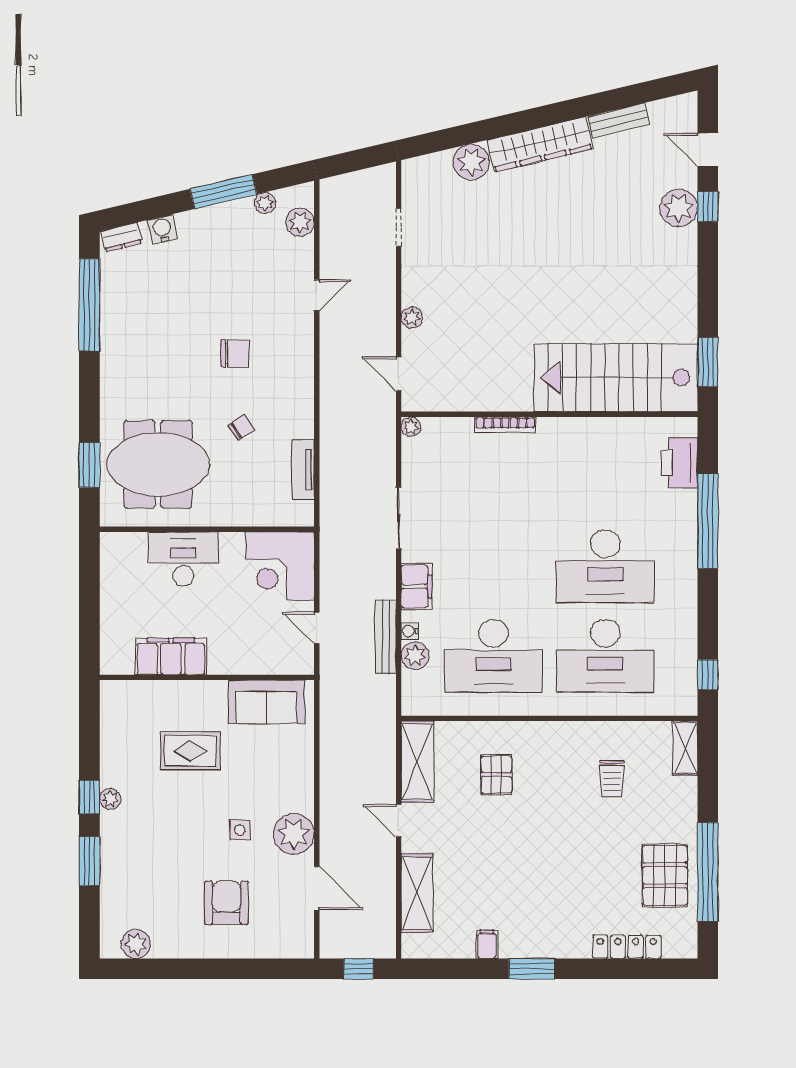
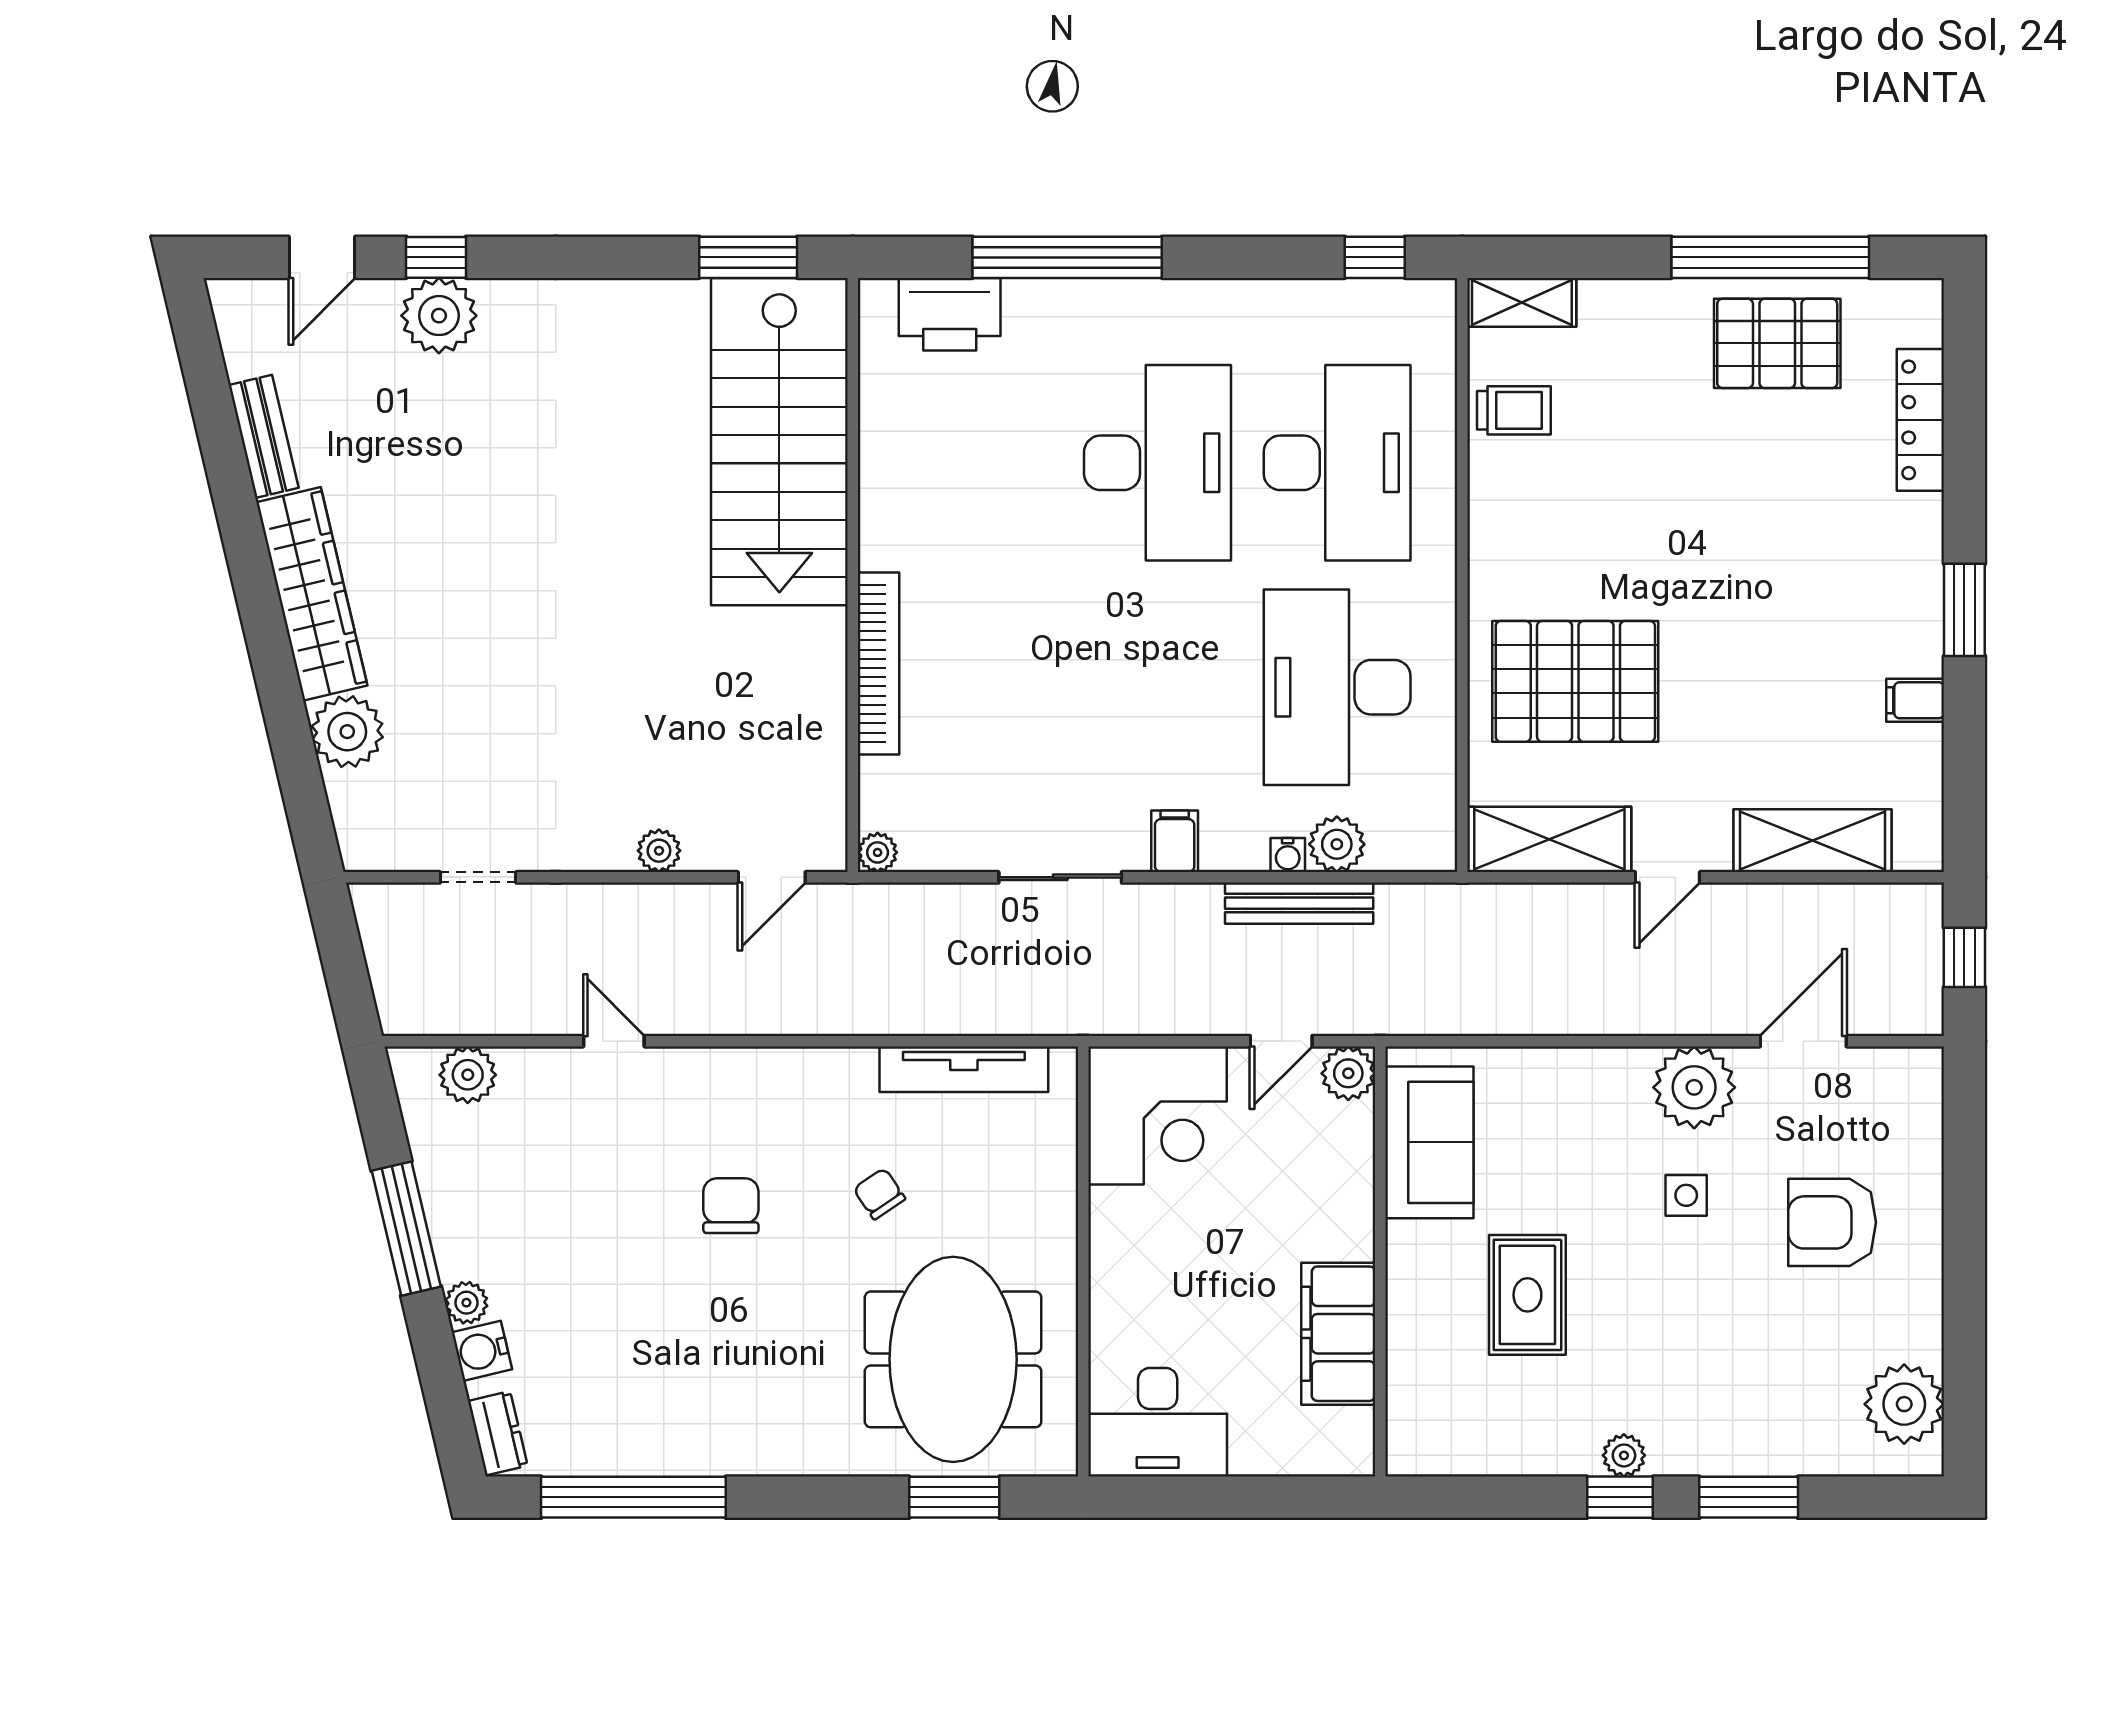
plant: (265, 203) -> (466, 1303), moved
bookcase: (505, 425) -> (878, 663), width x1.48, depth x1.31
tv unit: (303, 470) -> (964, 1069), width x1.41
desk: (183, 559) -> (1158, 1422), moved, turned -90
filing cabinet: (417, 586) -> (1175, 841), width x0.50
desk: (493, 656) -> (1337, 687), turned 180
plant: (301, 661) -> (1348, 1073), added
pallet: (496, 775) -> (1575, 681), width x2.05, depth x2.00
trolley: (612, 779) -> (1514, 410), moved
plant: (136, 944) -> (1904, 1404), width x1.36, depth x1.36

